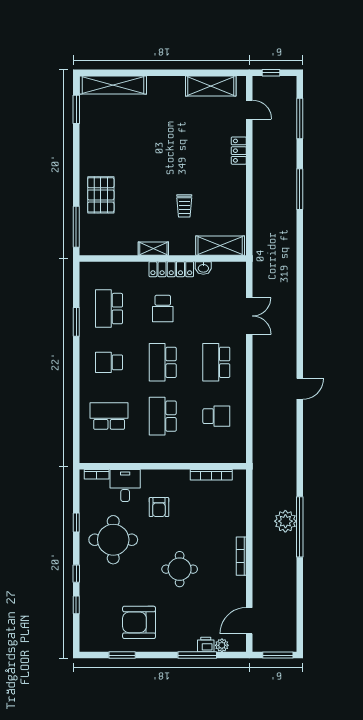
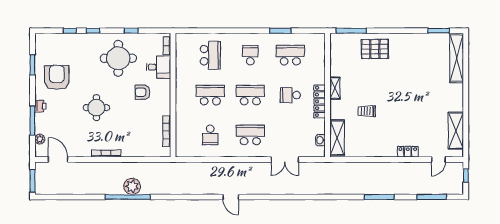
washbasin: (203, 268) -> (321, 140), moved
printer: (206, 644) -> (40, 106), moved

